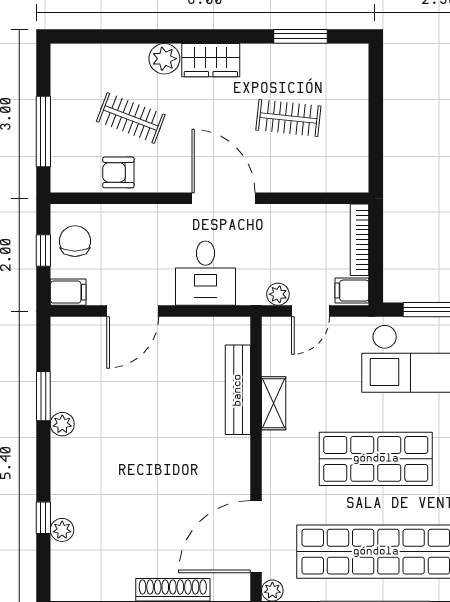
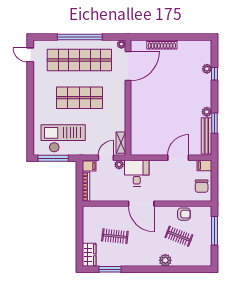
wardrobe: (211, 60) -> (89, 255), moved, turned 90
window: (43, 251) -> (214, 182), removed
desk: (205, 273) -> (137, 173), moved
bench: (238, 390) -> (206, 136), moved
shelving: (274, 403) -> (121, 143), moved

